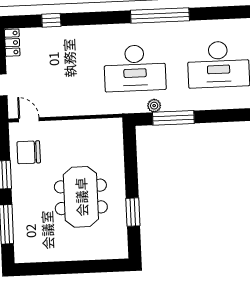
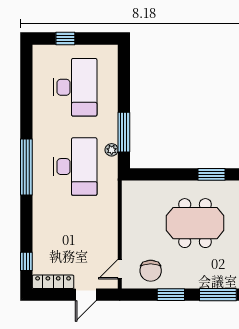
window: (160, 16) -> (26, 167), moved
window: (51, 20) -> (26, 261), moved
locker: (12, 43) -> (53, 282), width x1.53

